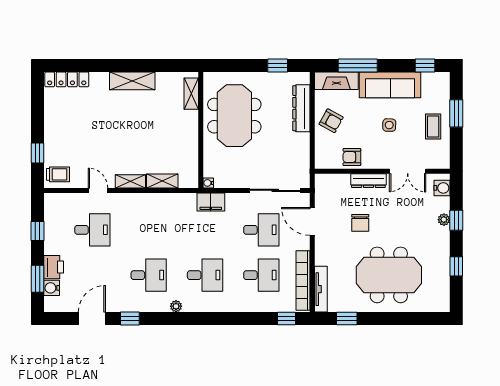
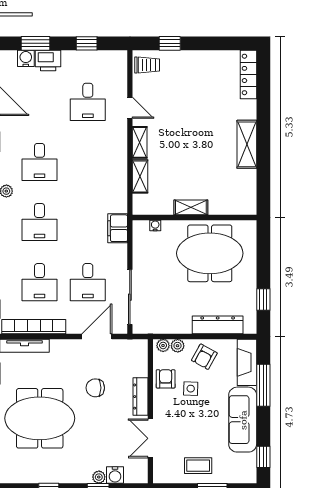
shelving: (191, 94) -> (191, 207), moved
side table: (389, 125) -> (191, 389), moved
plant: (321, 146) -> (178, 346), added
plant: (321, 159) -> (163, 345), added
trolley: (58, 174) -> (147, 65), turned -90
water cooler: (208, 183) -> (155, 225), moved
water cooler: (442, 188) -> (115, 475), moved
door: (98, 190) -> (130, 108), hinge flipped
meeting table: (389, 275) -> (40, 418), turned 90

